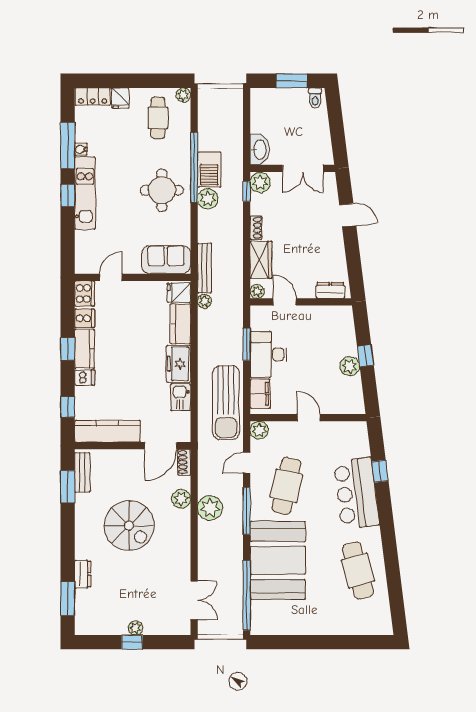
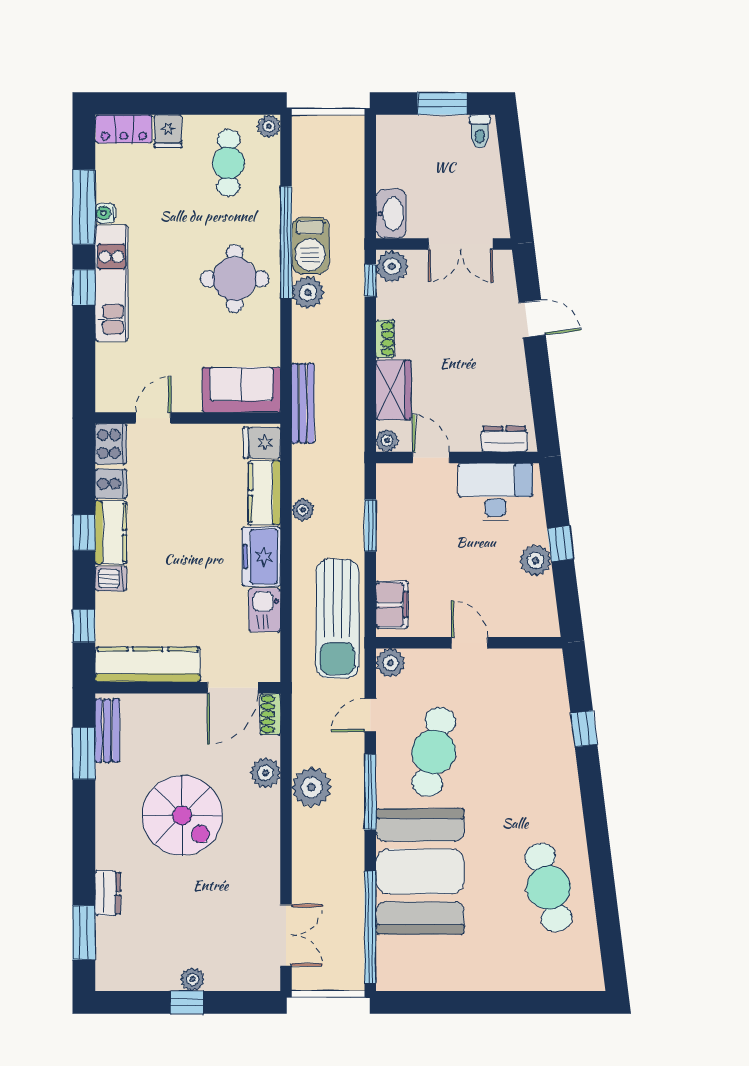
plant: (204, 301) -> (303, 510), moved
desk: (268, 354) -> (495, 492), moved, turned 90
bar counter: (356, 493) -> (546, 764), removed

